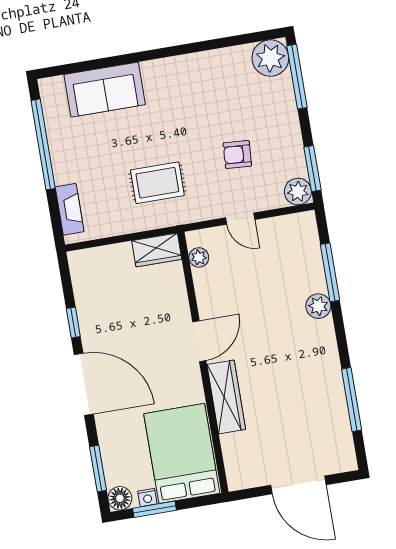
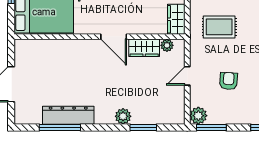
rug: (157, 183) -> (219, 27), turned 90
window: (330, 272) -> (143, 127), width x0.69
dresser: (331, 390) -> (68, 115), added
wardrobe: (226, 397) -> (144, 48), moved, width x0.67

